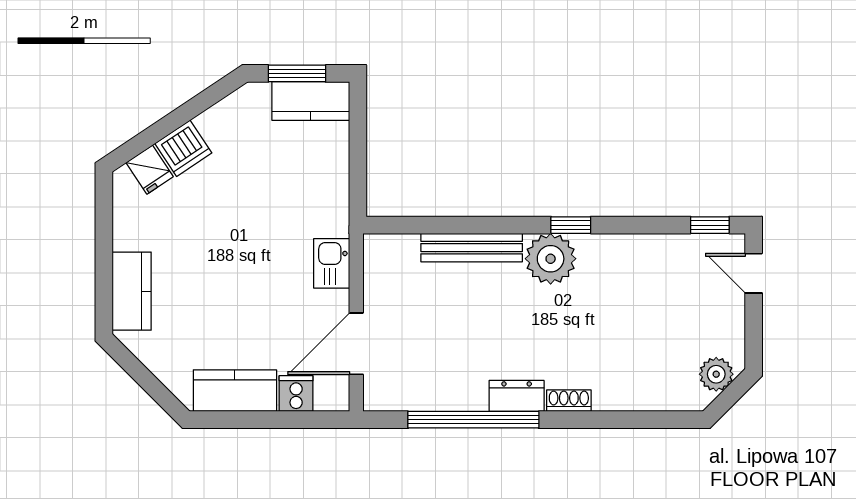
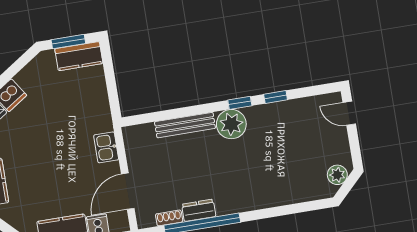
window: (710, 225) -> (276, 97), moved
dresser: (517, 396) -> (199, 210), moved
shoe rack: (569, 401) -> (169, 218), moved

